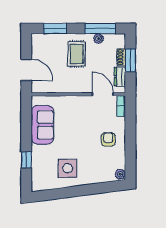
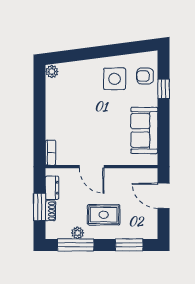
rug: (77, 54) -> (104, 215), turned 90
door: (103, 94) -> (92, 167), moved
armchair: (108, 139) -> (145, 76), moved, turned 90

